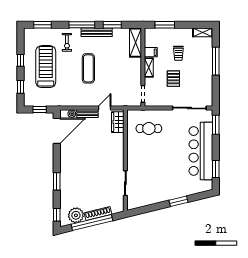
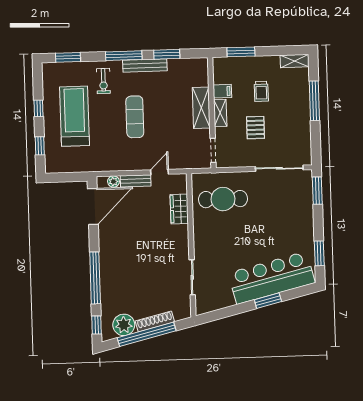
shelving: (136, 43) -> (201, 108), moved
window: (40, 110) -> (68, 177), removed
wardrobe: (118, 122) -> (179, 209), moved
cafe table: (149, 129) -> (223, 199), width x1.37, depth x1.35
bar counter: (201, 151) -> (272, 278), moved, turned 76
window: (57, 181) -> (95, 278), width x2.11

